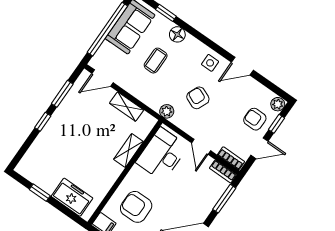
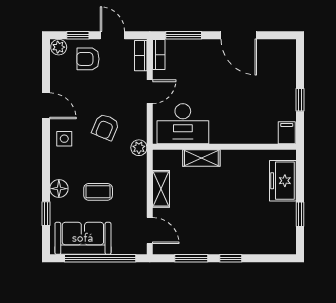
armchair: (255, 119) -> (88, 59), turned 90
armchair: (136, 207) -> (250, 113), removed

